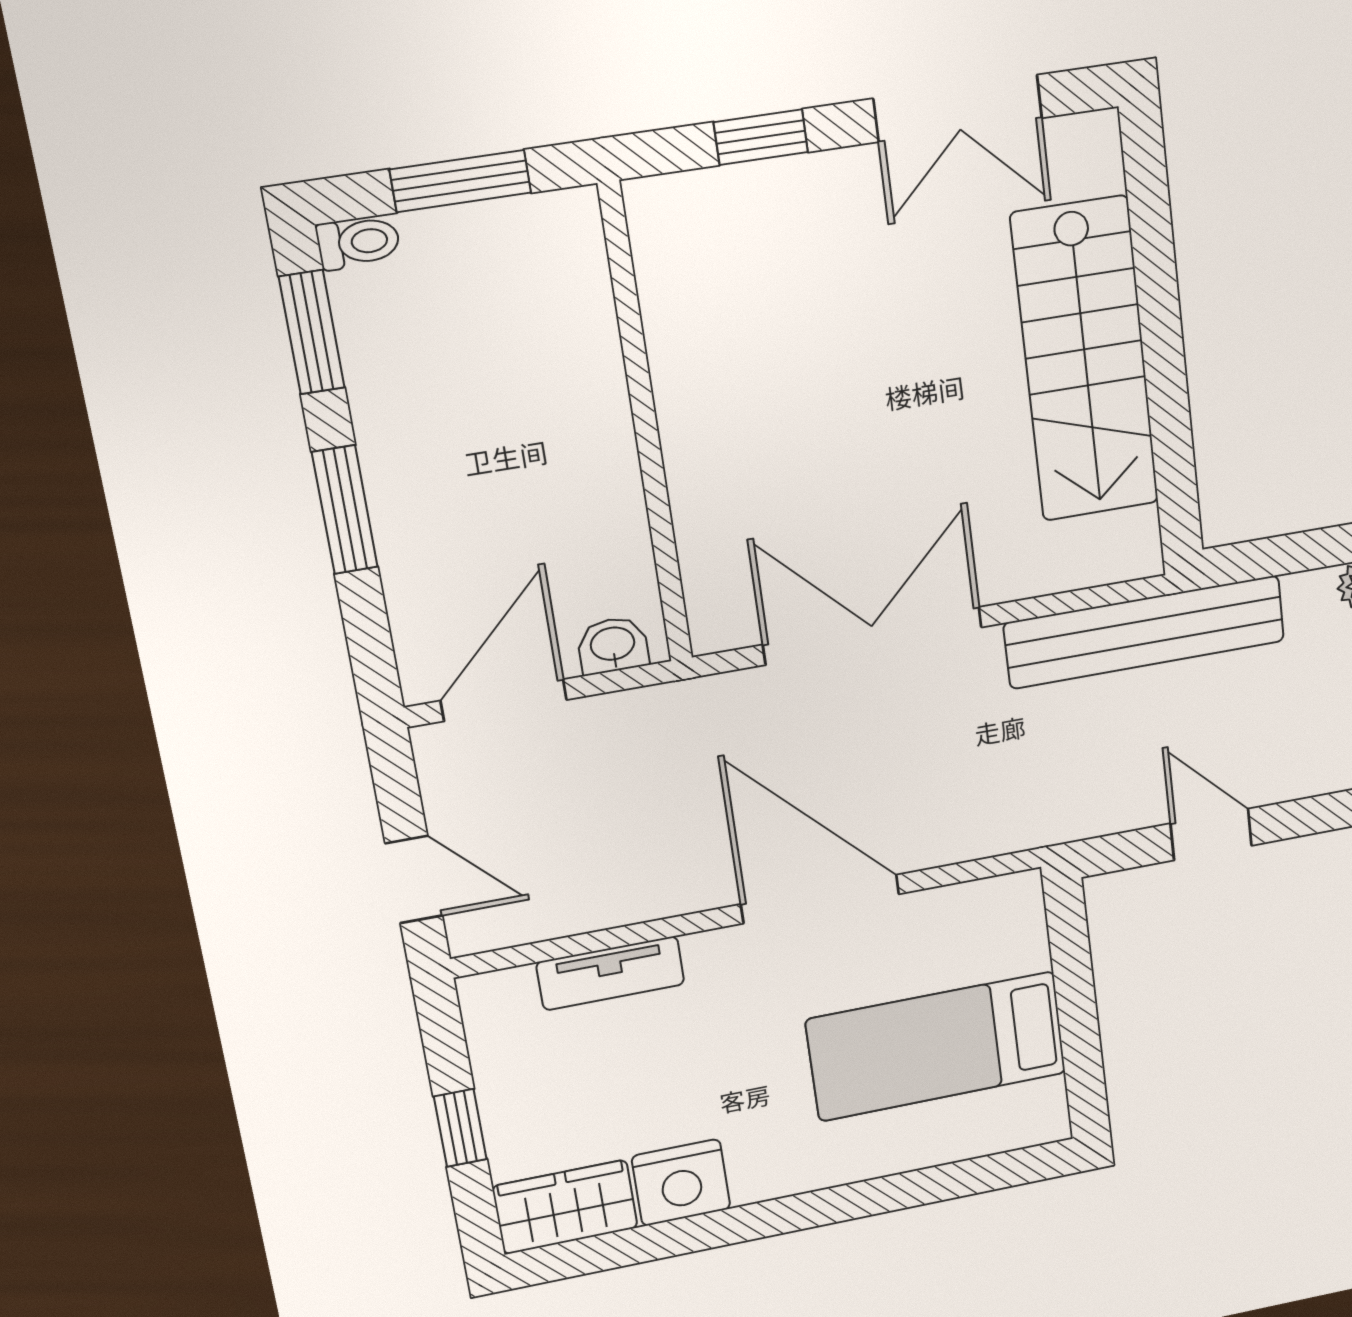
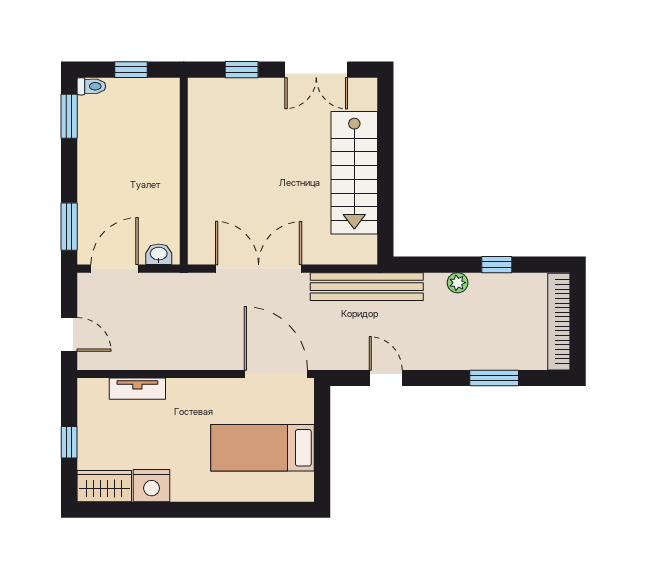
window: (461, 181) -> (131, 70), width x0.67
window: (345, 510) -> (69, 227), moved
door: (820, 899) -> (276, 374), moved

